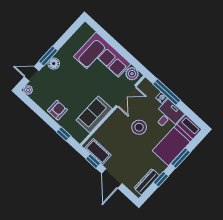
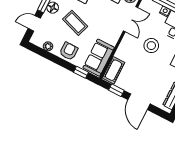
coffee table: (71, 84) -> (75, 23), added
plant: (28, 90) -> (48, 46), moved
sofa: (94, 114) -> (99, 58), moved
cot: (98, 152) -> (113, 70), moved, turned 90

